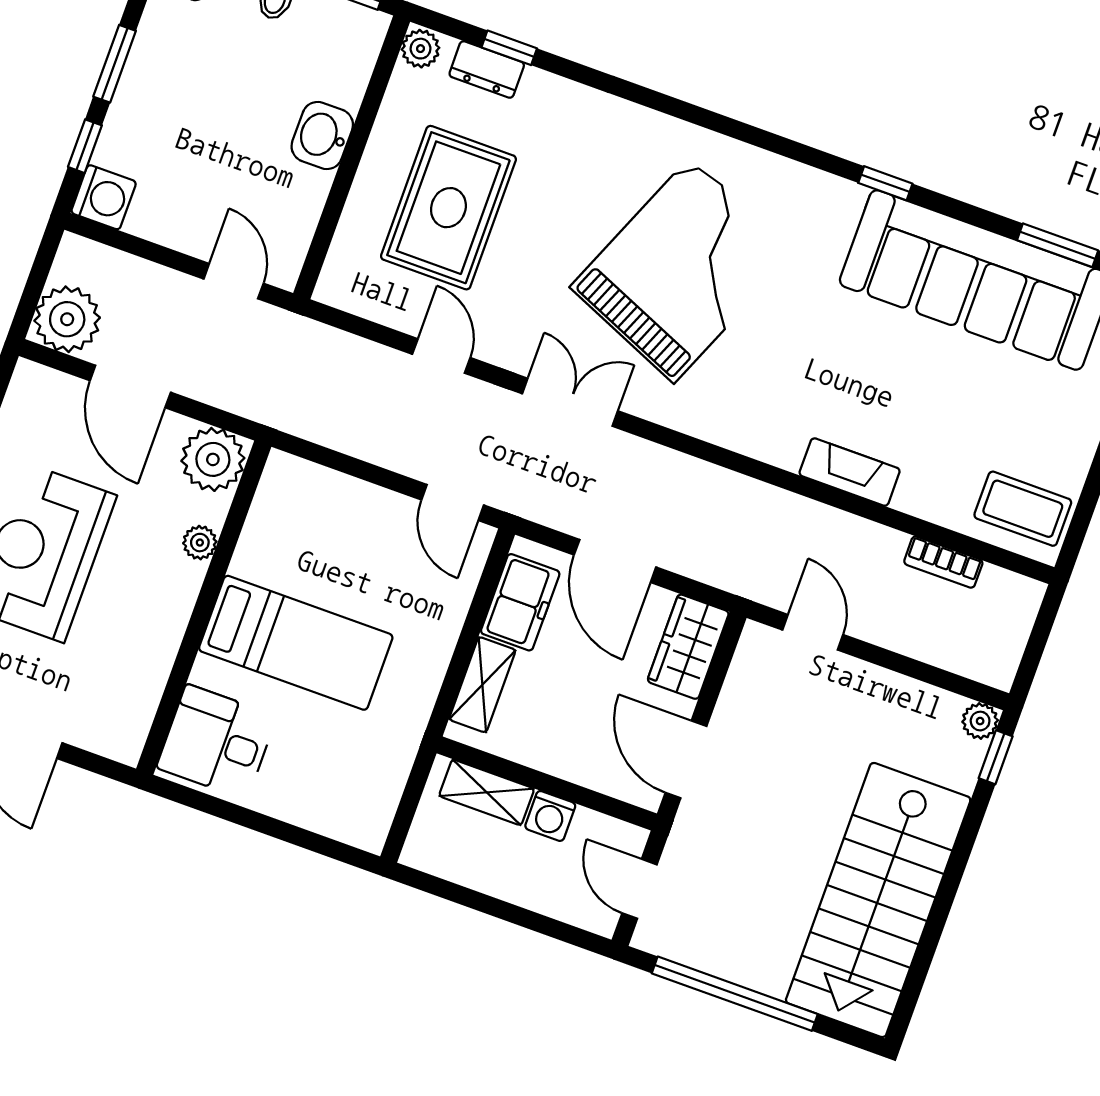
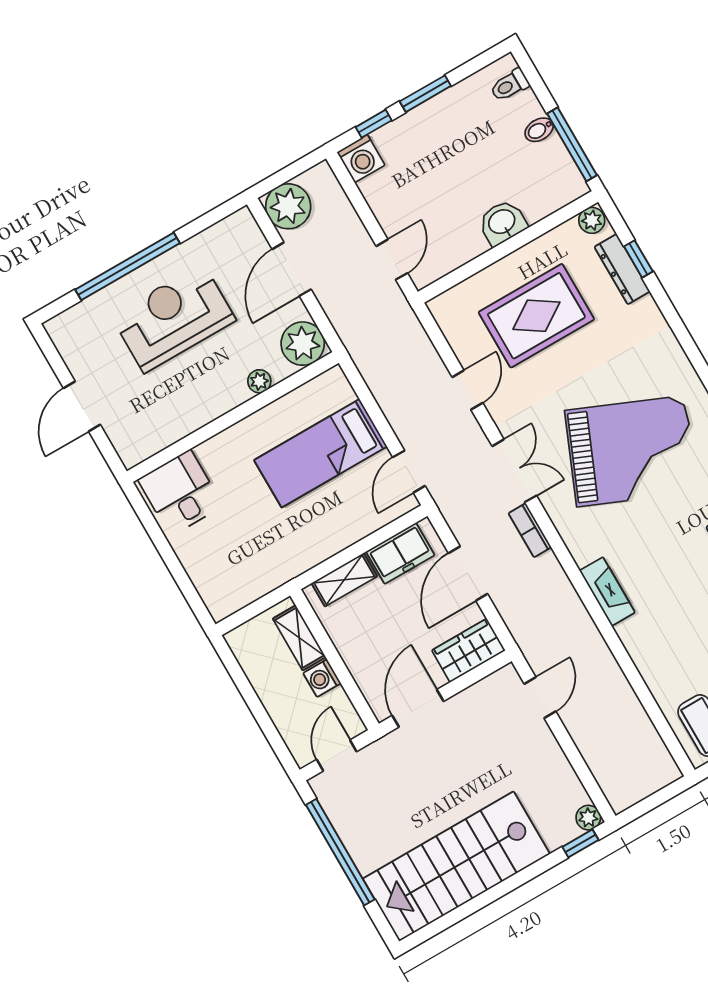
dresser: (487, 70) -> (622, 269), width x1.44
fireplace: (850, 472) -> (607, 592), moved
bookcase: (943, 562) -> (530, 530), moved
bed: (296, 643) -> (321, 453), moved, turned 90

